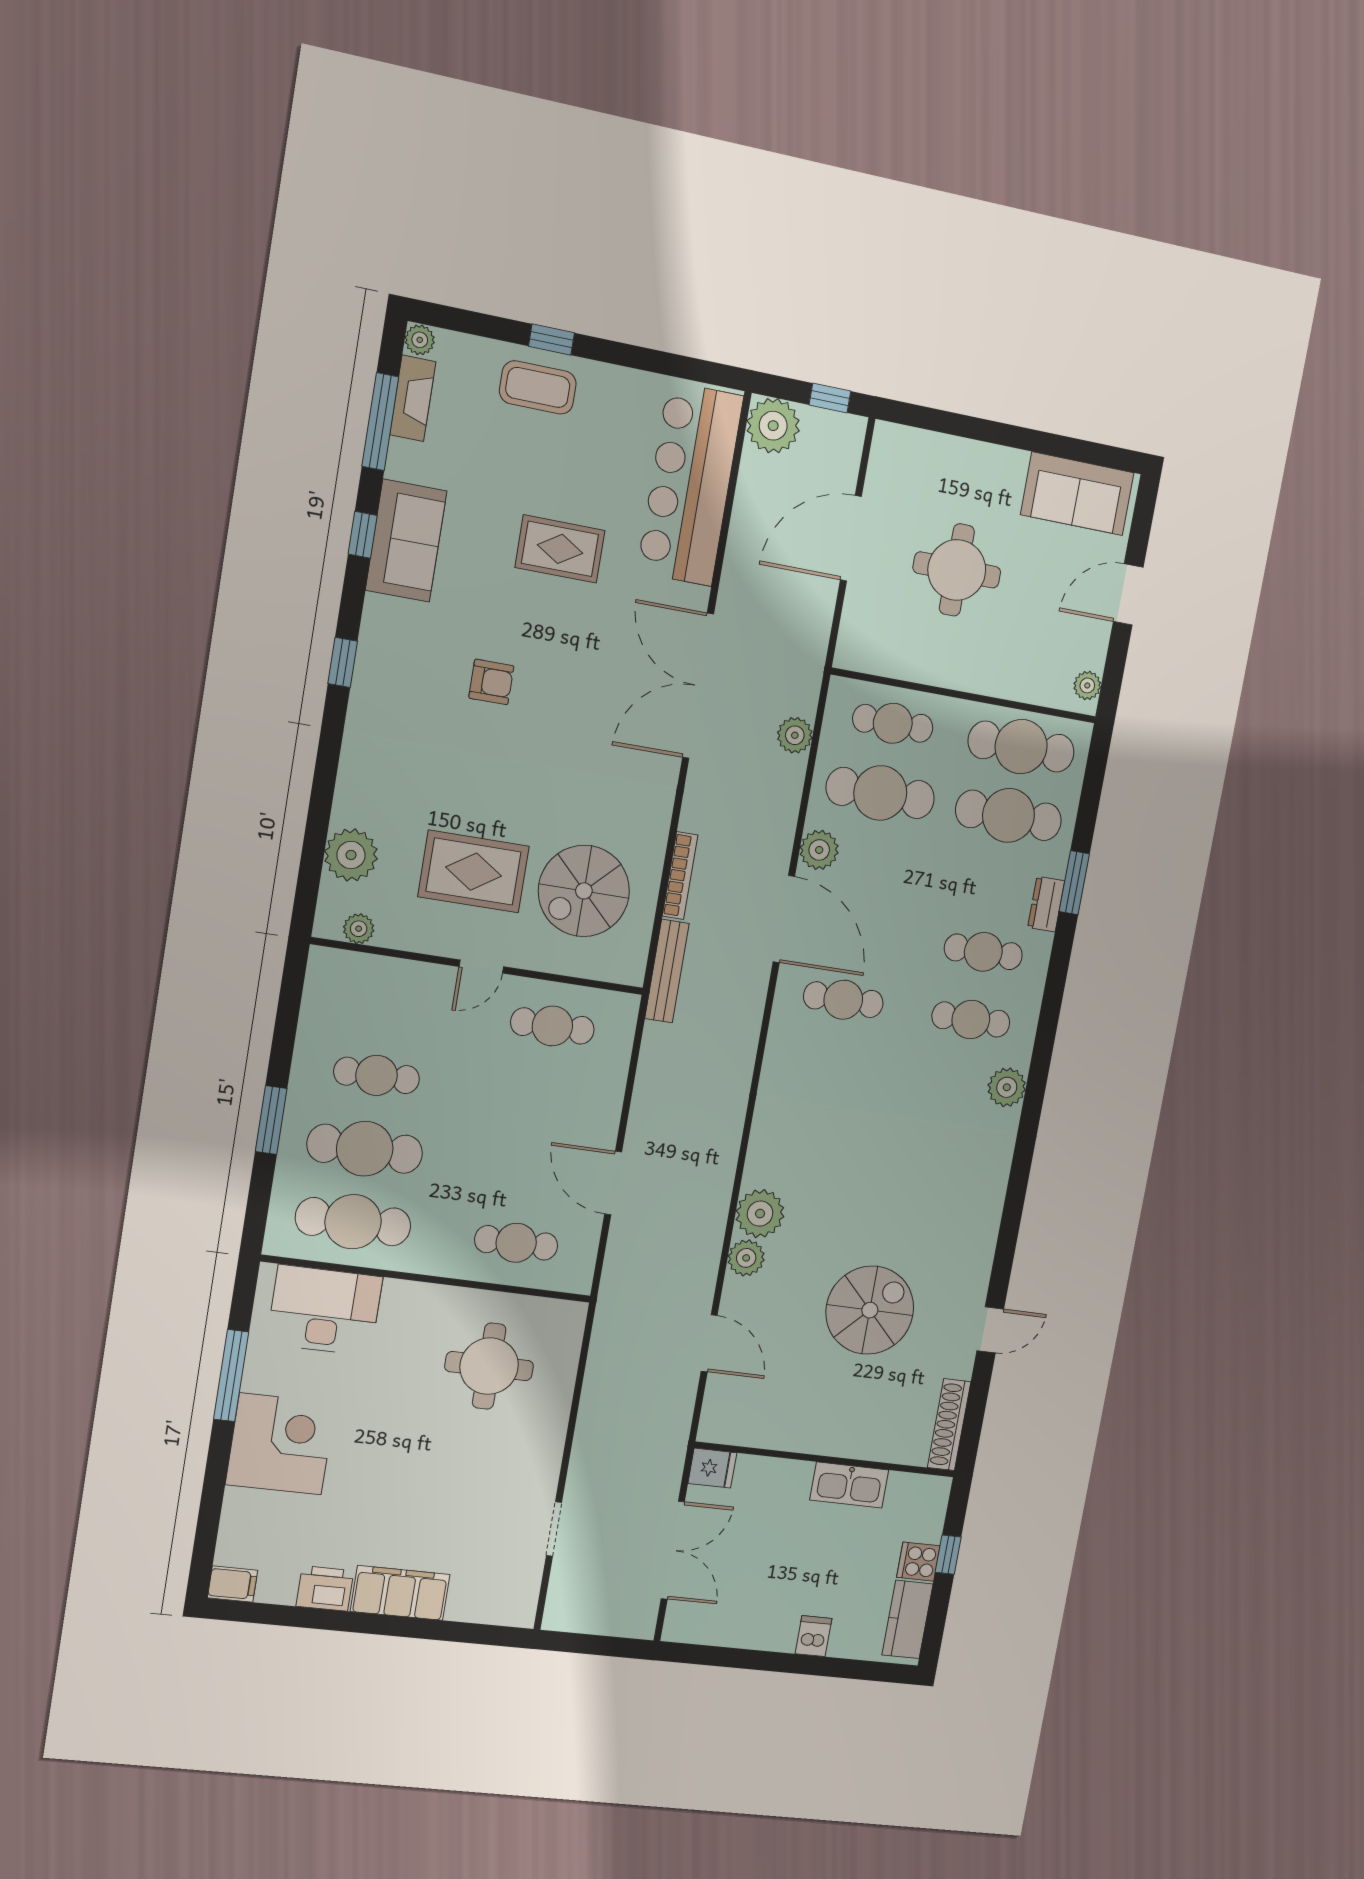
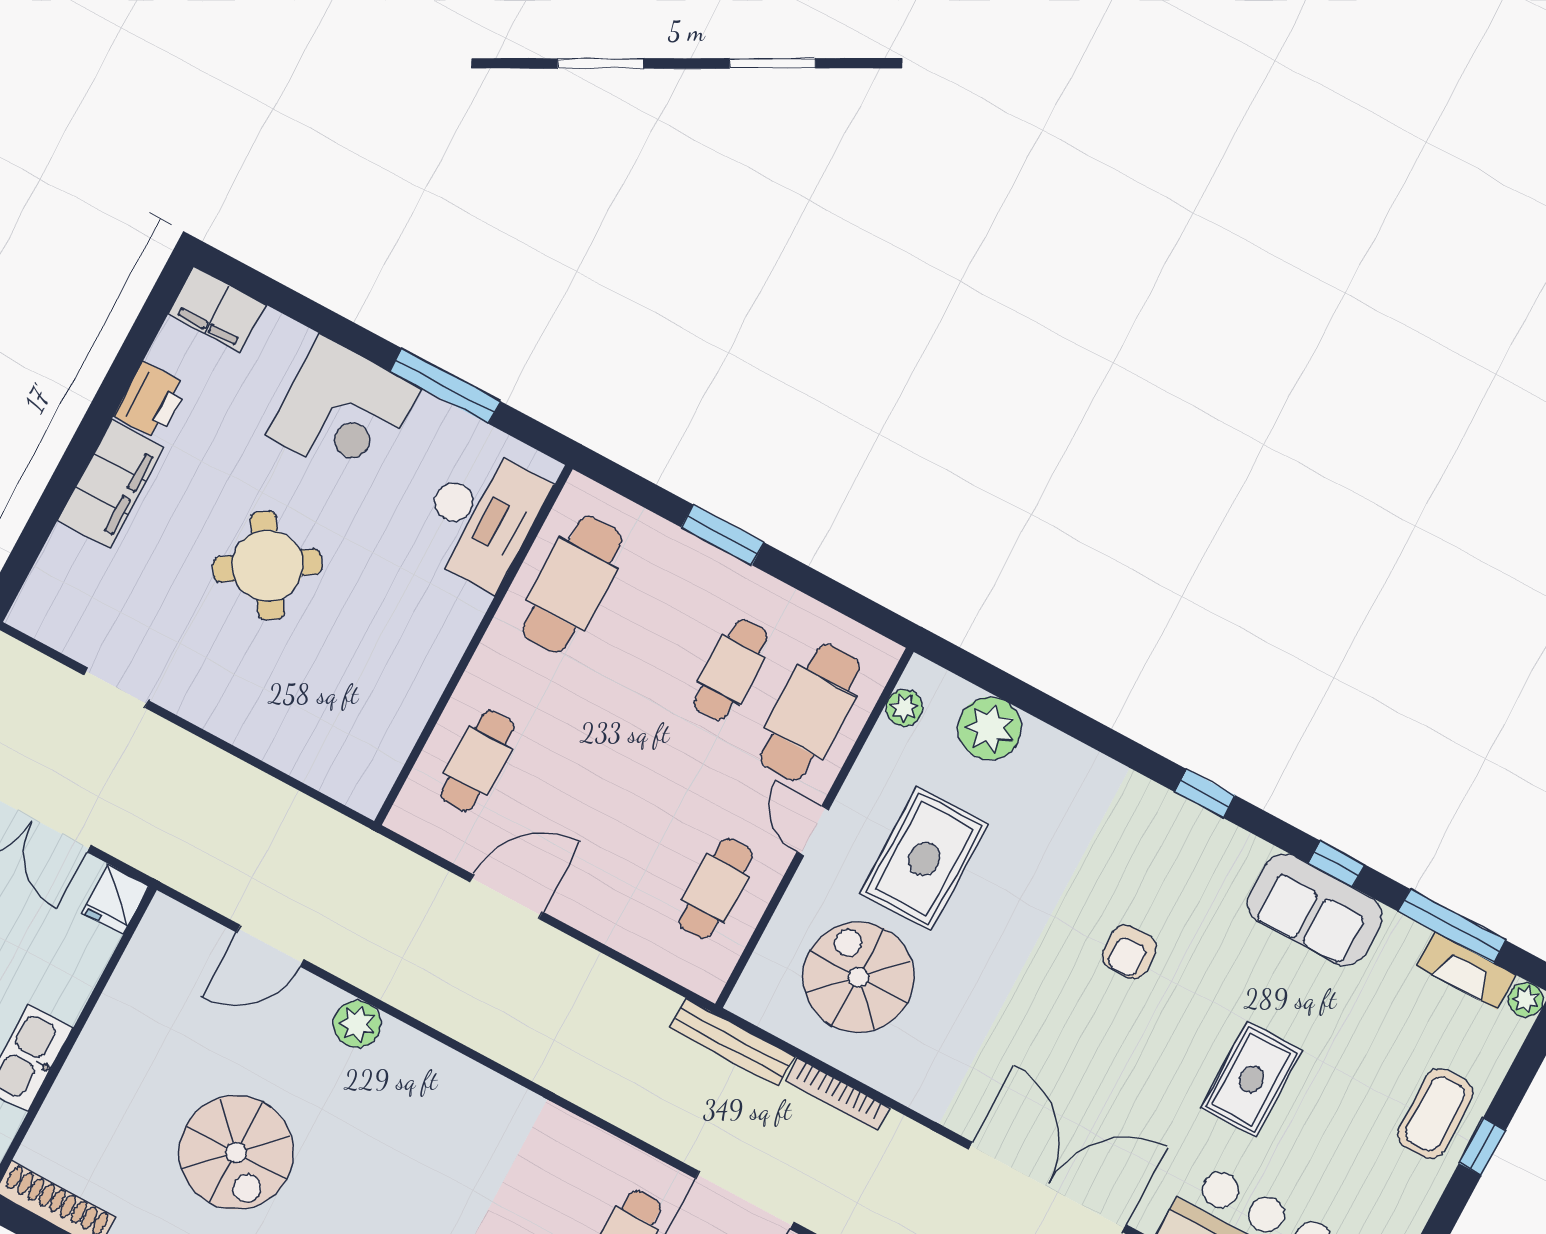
cafe table: (365, 1149) -> (810, 712), moved
plant: (760, 1214) -> (405, 1058), removed
round table: (489, 1366) -> (267, 566), moved, turned -33
filing cabinet: (232, 1584) -> (217, 309), width x2.00

